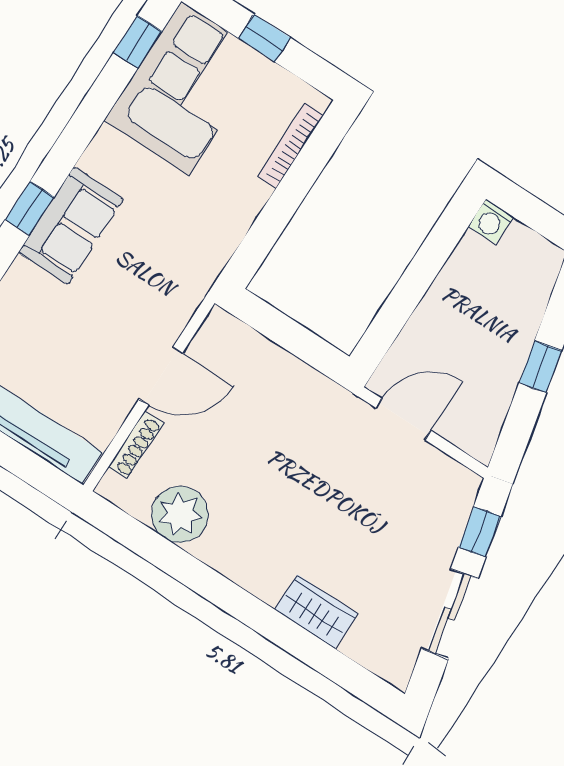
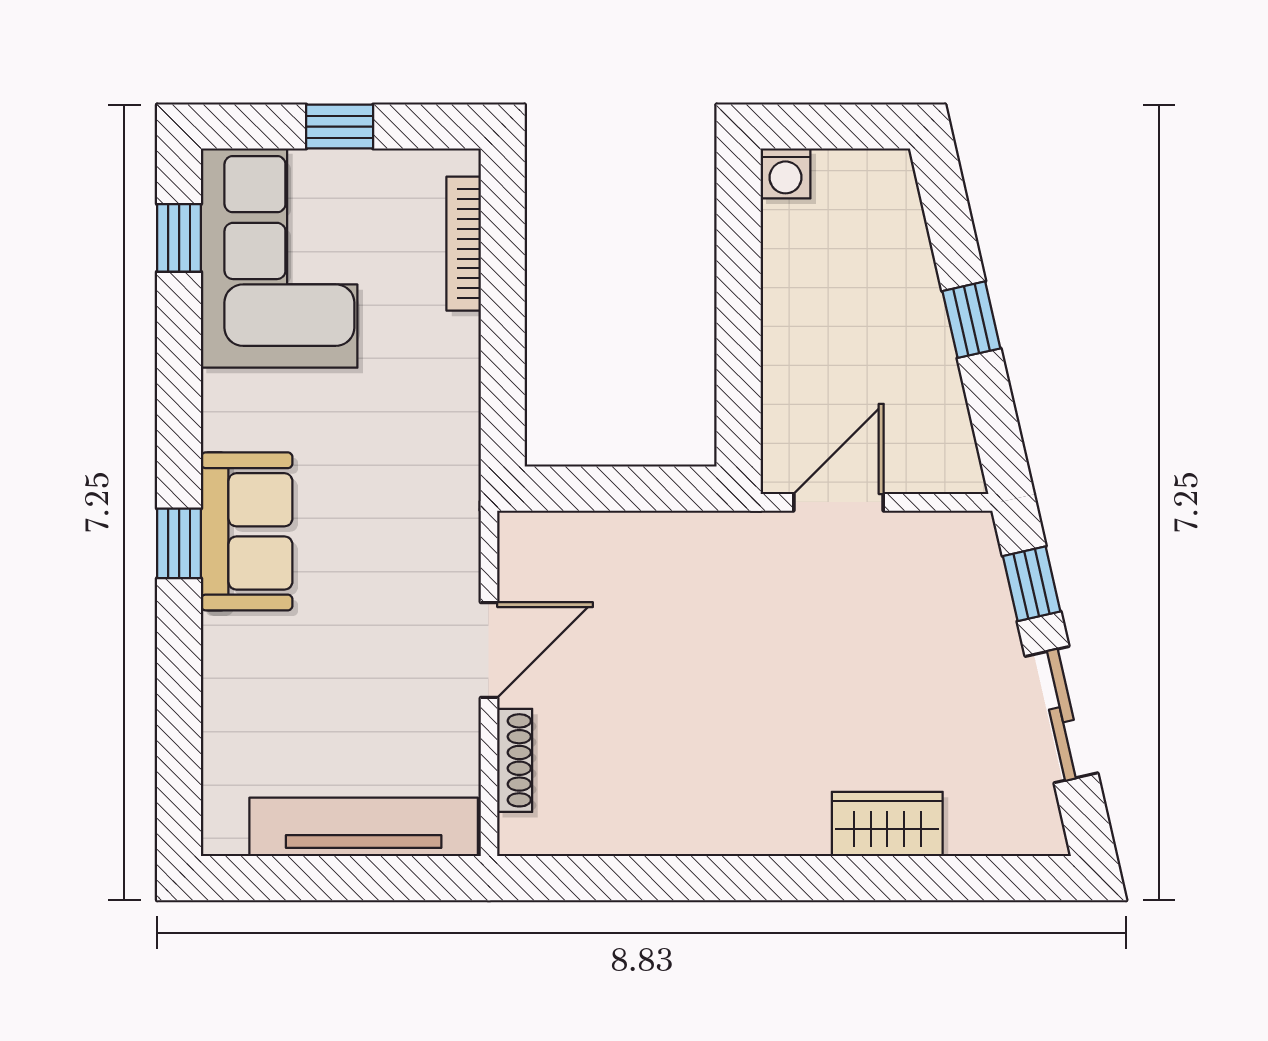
plant: (180, 514) -> (630, 813), removed

